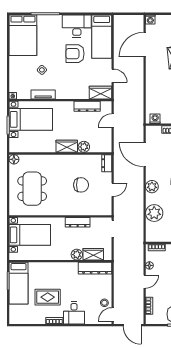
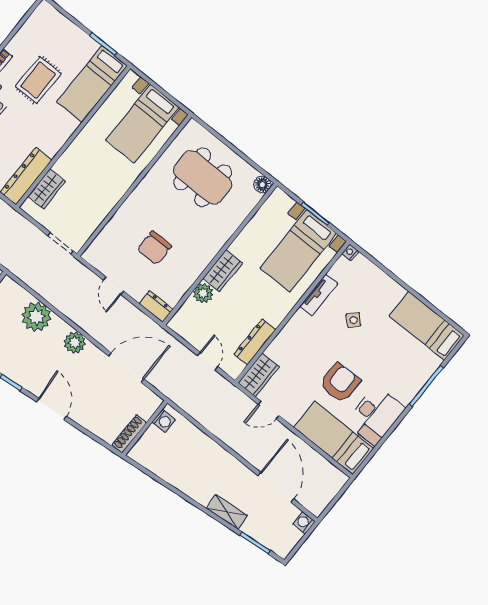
bed: (23, 35) -> (426, 326), width x0.67
dresser: (78, 222) -> (107, 203), removed
plant: (77, 255) -> (64, 166), removed
bed: (19, 283) -> (92, 84), moved, turned -90

